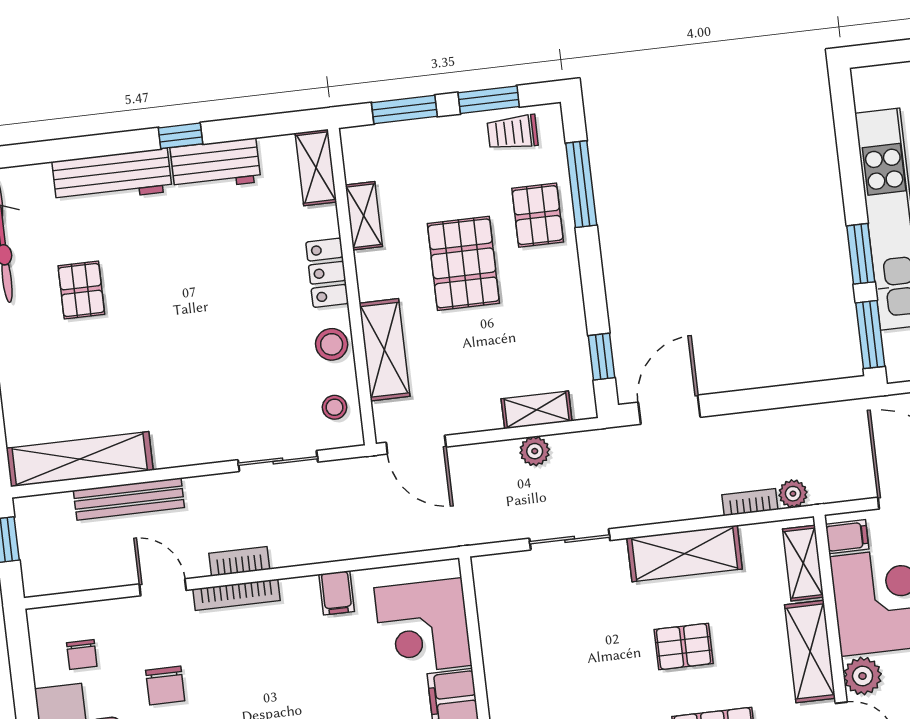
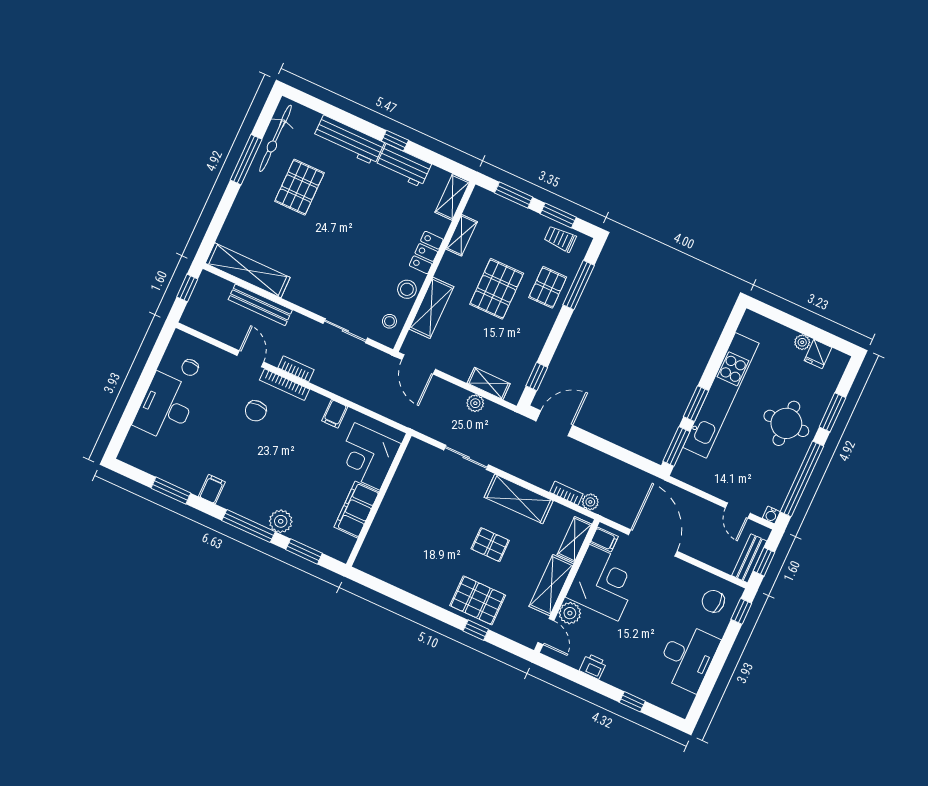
pallet: (81, 290) -> (299, 187), width x1.50, depth x1.42
chair: (165, 686) -> (256, 411), moved

